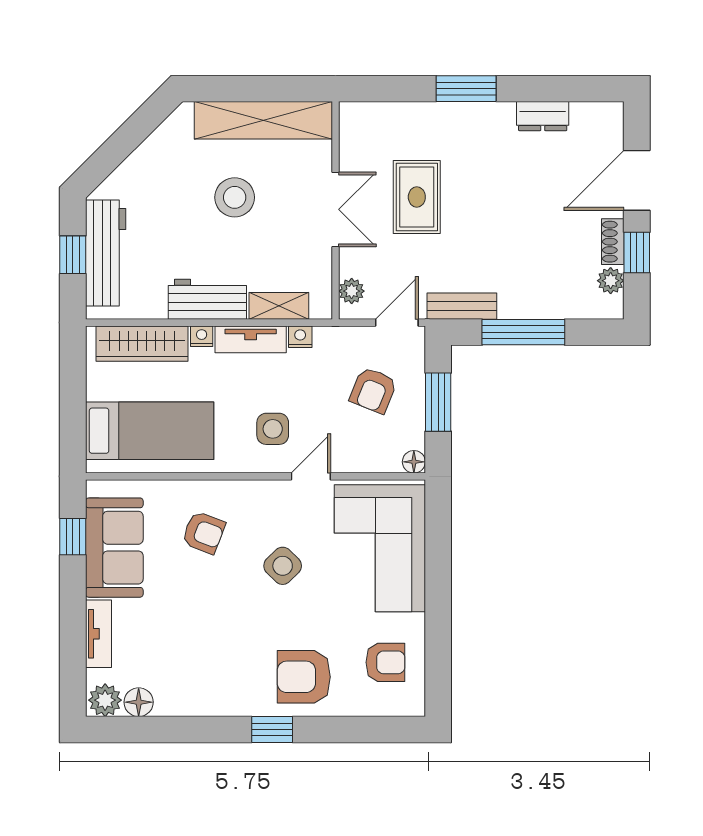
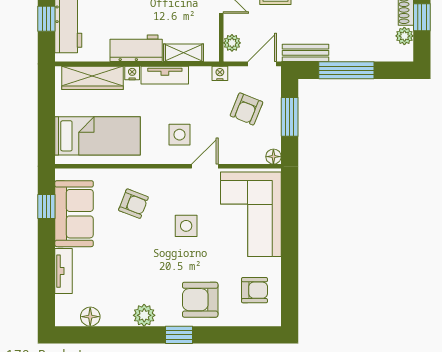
nightstand: (300, 337) -> (220, 73), moved
side table: (283, 566) -> (186, 226), turned 45
plant: (105, 700) -> (144, 315), moved

